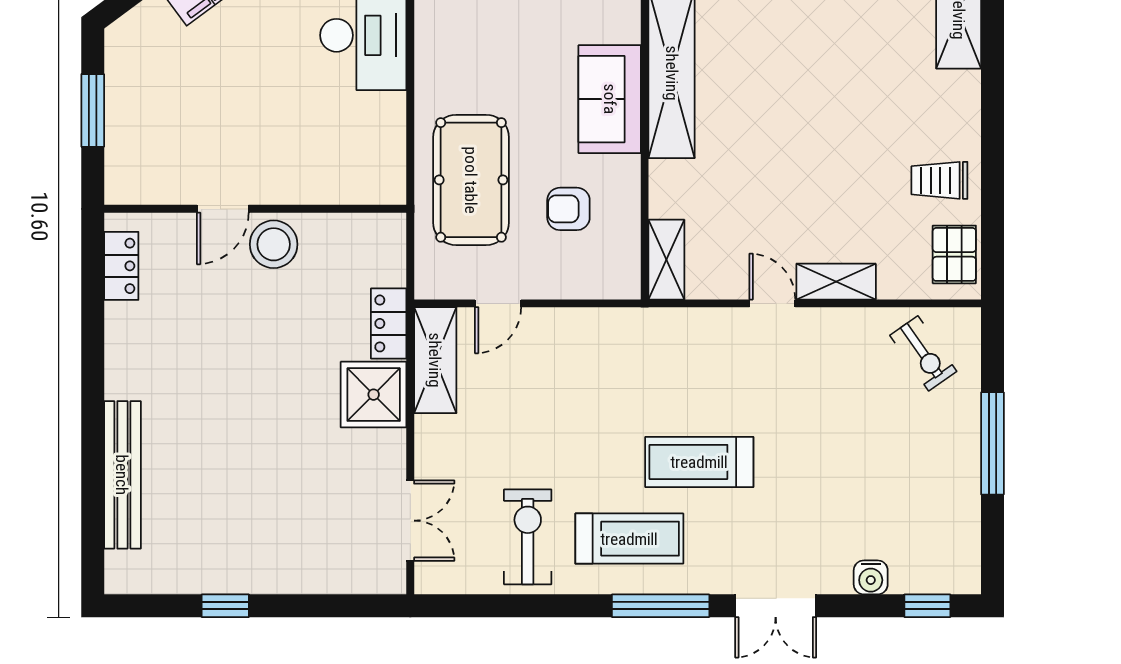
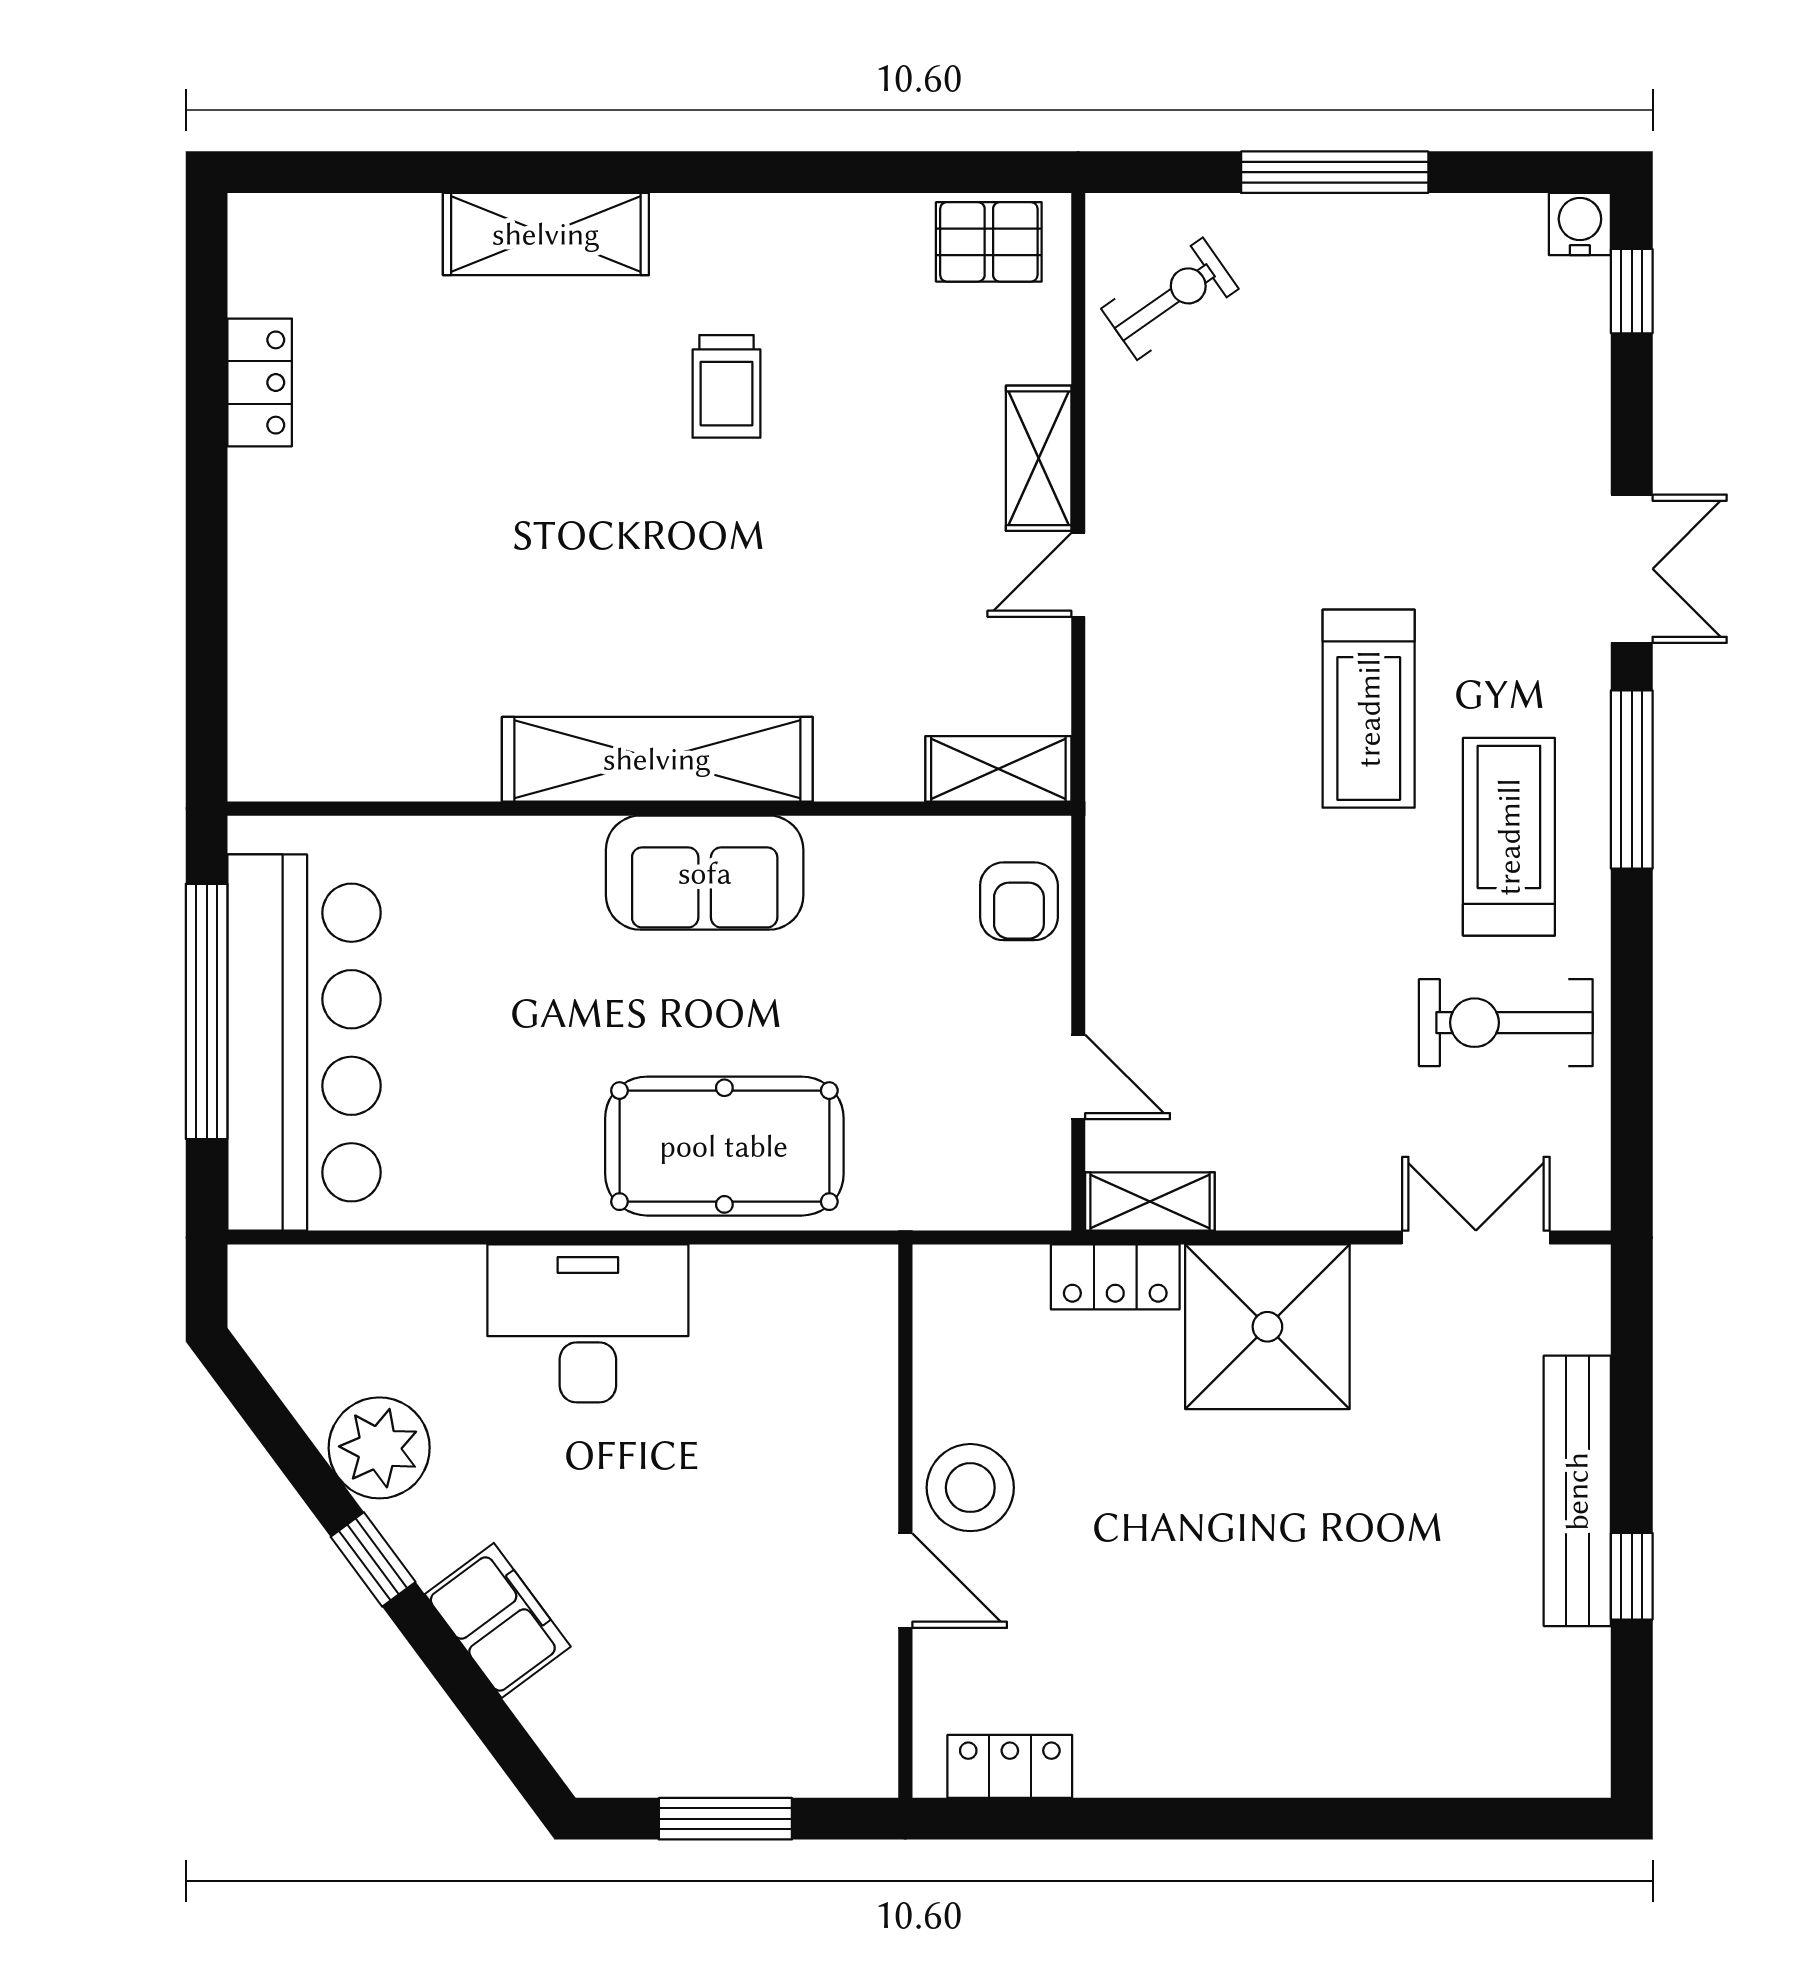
pool table: (471, 180) -> (724, 1146), moved
trolley: (939, 180) -> (726, 386), moved
armchair: (568, 209) -> (1019, 901), moved
shelving: (435, 360) -> (1150, 1201), width x0.67, depth x0.75
shower: (374, 395) -> (1267, 1327), width x1.37, depth x1.37
bench: (122, 475) -> (1577, 1491), moved, turned 90
water cooler: (871, 577) -> (1580, 224), moved, turned -90

